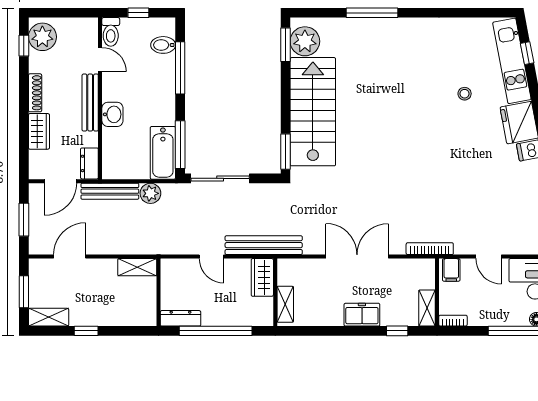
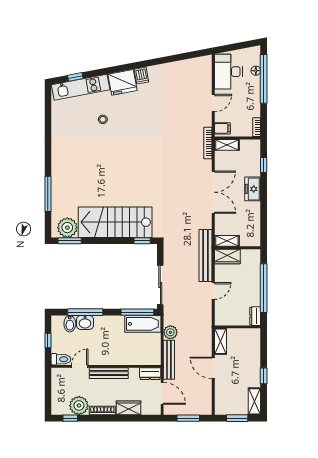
window: (372, 13) -> (48, 194), moved
plant: (42, 37) -> (79, 406), moved
washbasin: (112, 114) -> (85, 322), moved, turned 180
window: (286, 152) -> (142, 241), width x0.67
door: (70, 257) -> (213, 368), moved
double door: (357, 257) -> (213, 192), swing flipped
shelving: (285, 304) -> (227, 241), moved
shelving: (427, 308) -> (227, 145), moved
dresser: (180, 318) -> (255, 316), width x0.70

